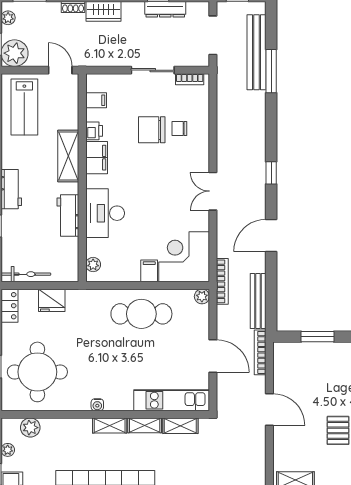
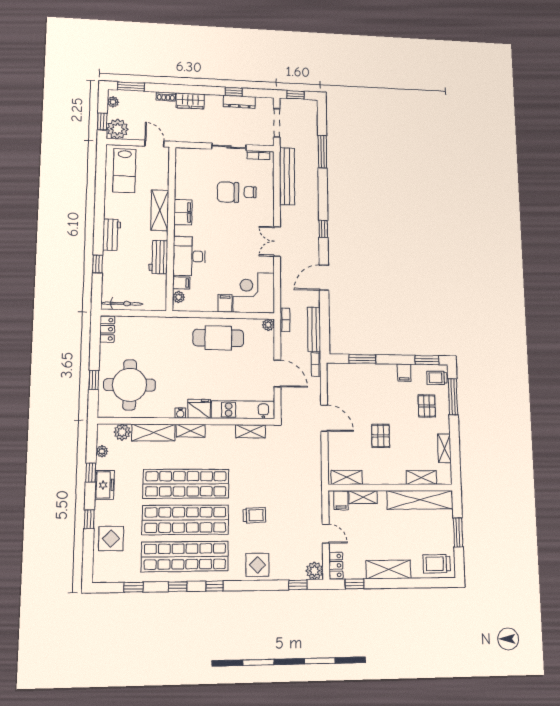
bench: (256, 52) -> (287, 176), moved
filing cabinet: (96, 100) -> (181, 283), moved
printer: (94, 131) -> (181, 191), removed
bookcase: (222, 281) -> (285, 320), width x0.64
fridge: (52, 300) -> (199, 409), moved, turned 180
bookcase: (260, 352) -> (316, 364), width x0.64
shelving: (145, 425) -> (153, 433), moved, width x1.50, depth x1.33

